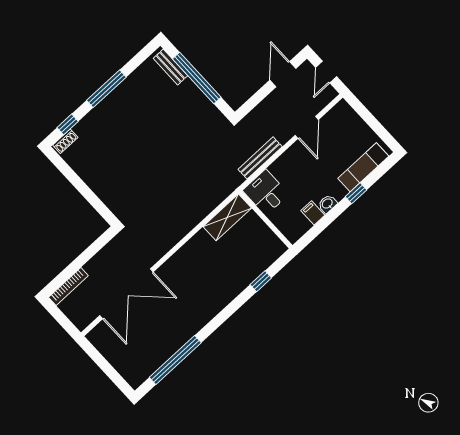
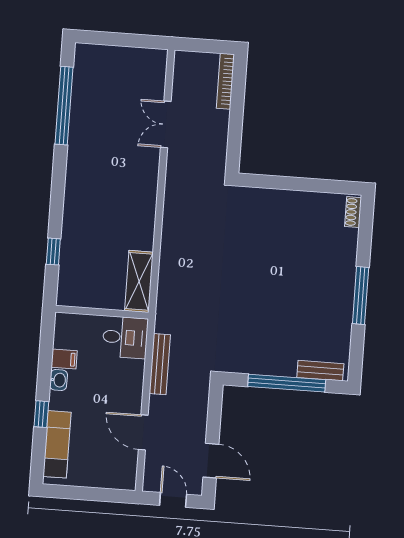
window: (68, 124) -> (365, 230), removed
double door: (126, 294) -> (166, 124), width x0.54

